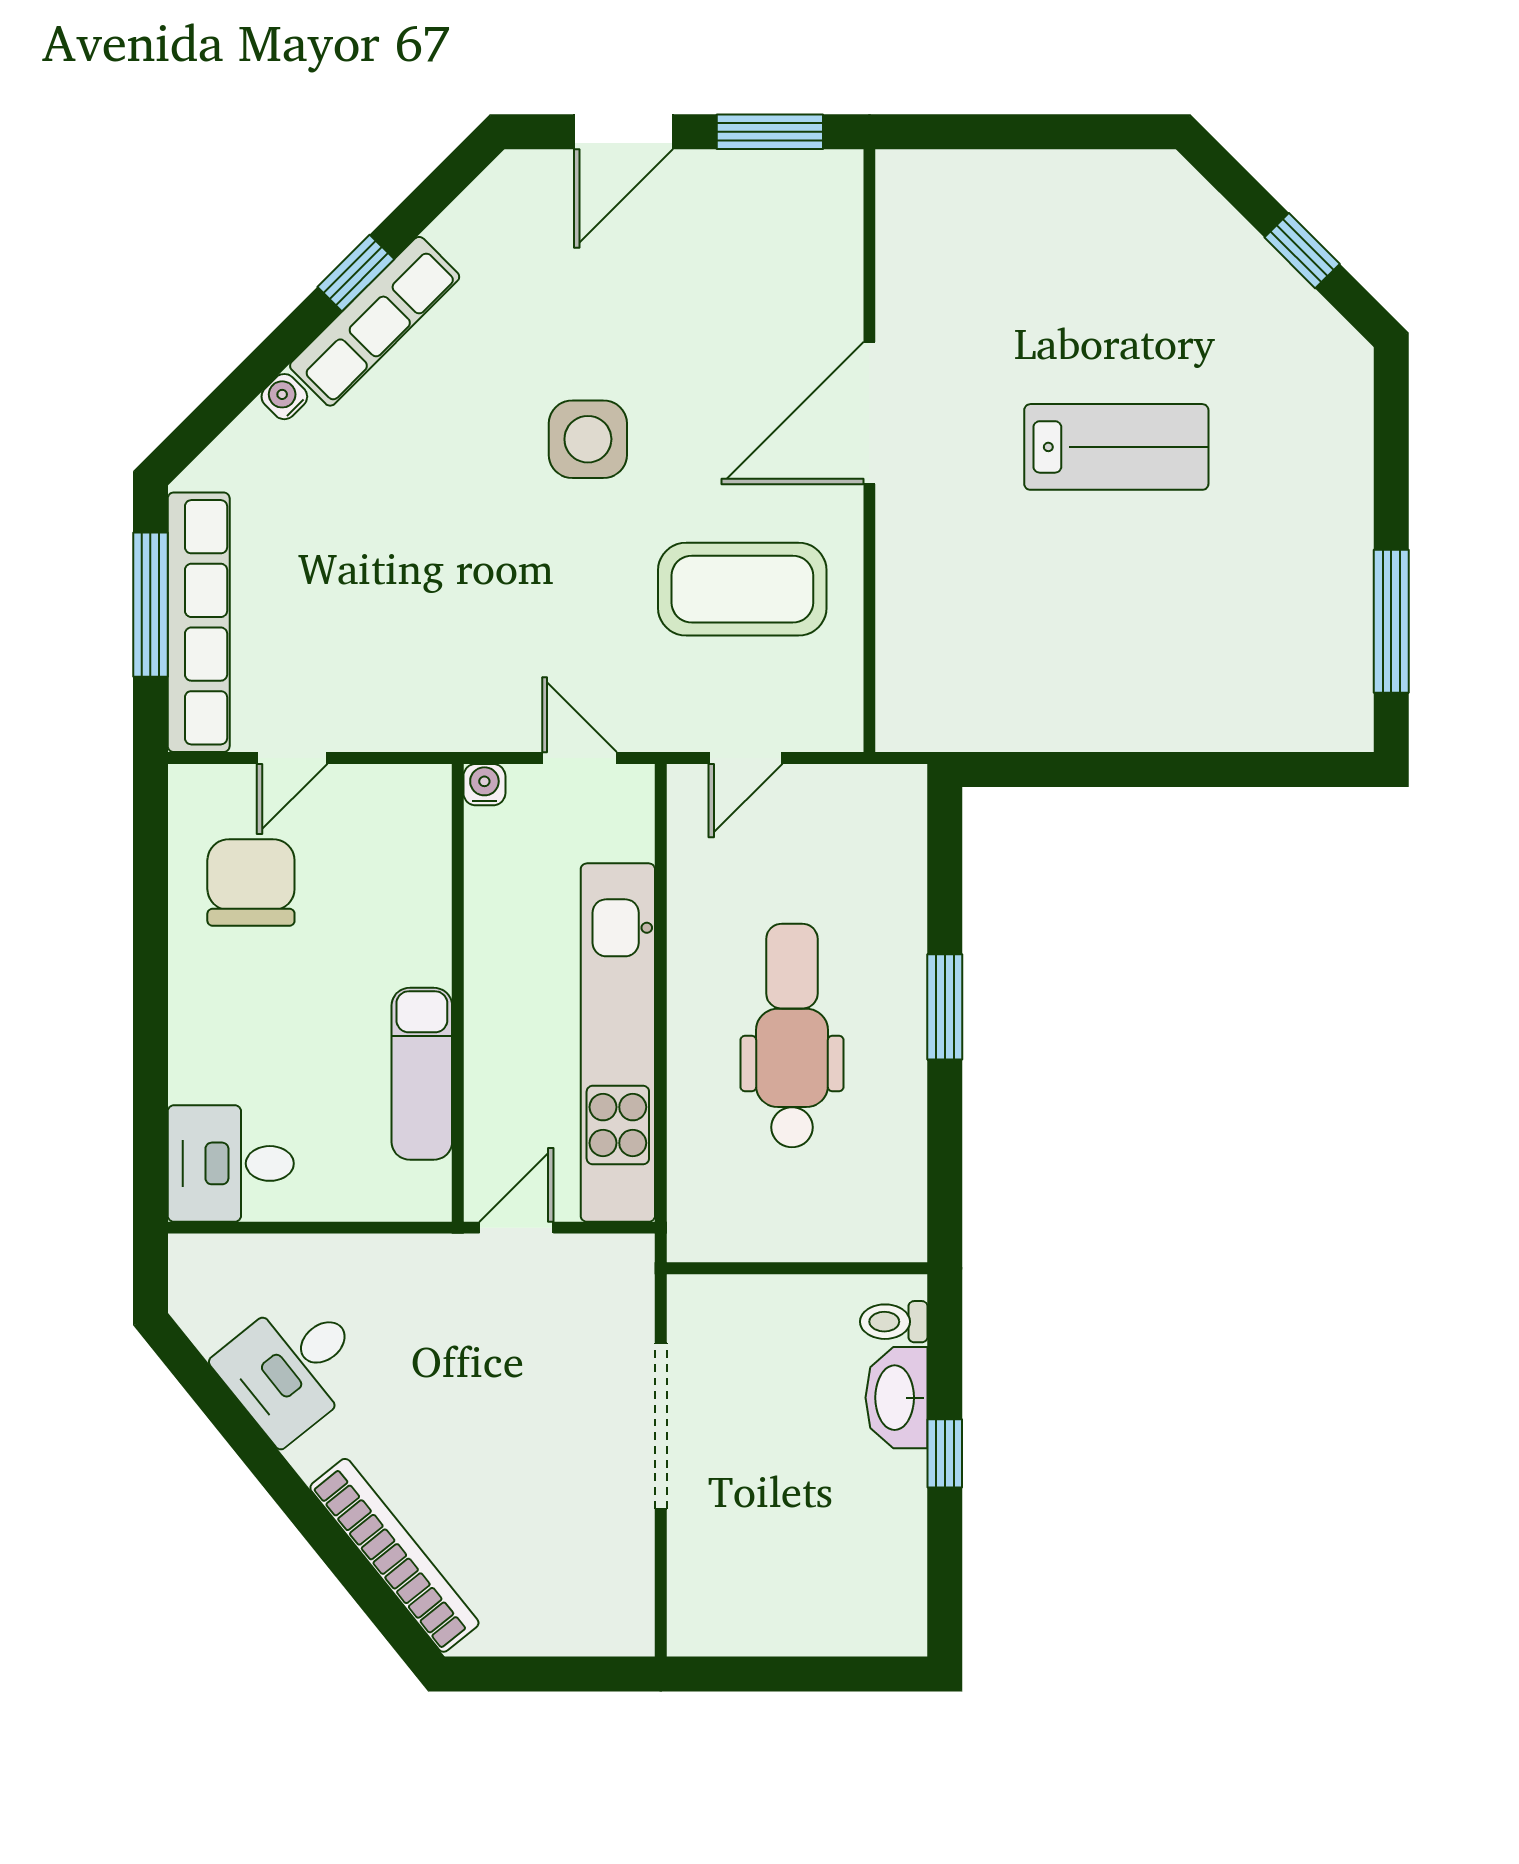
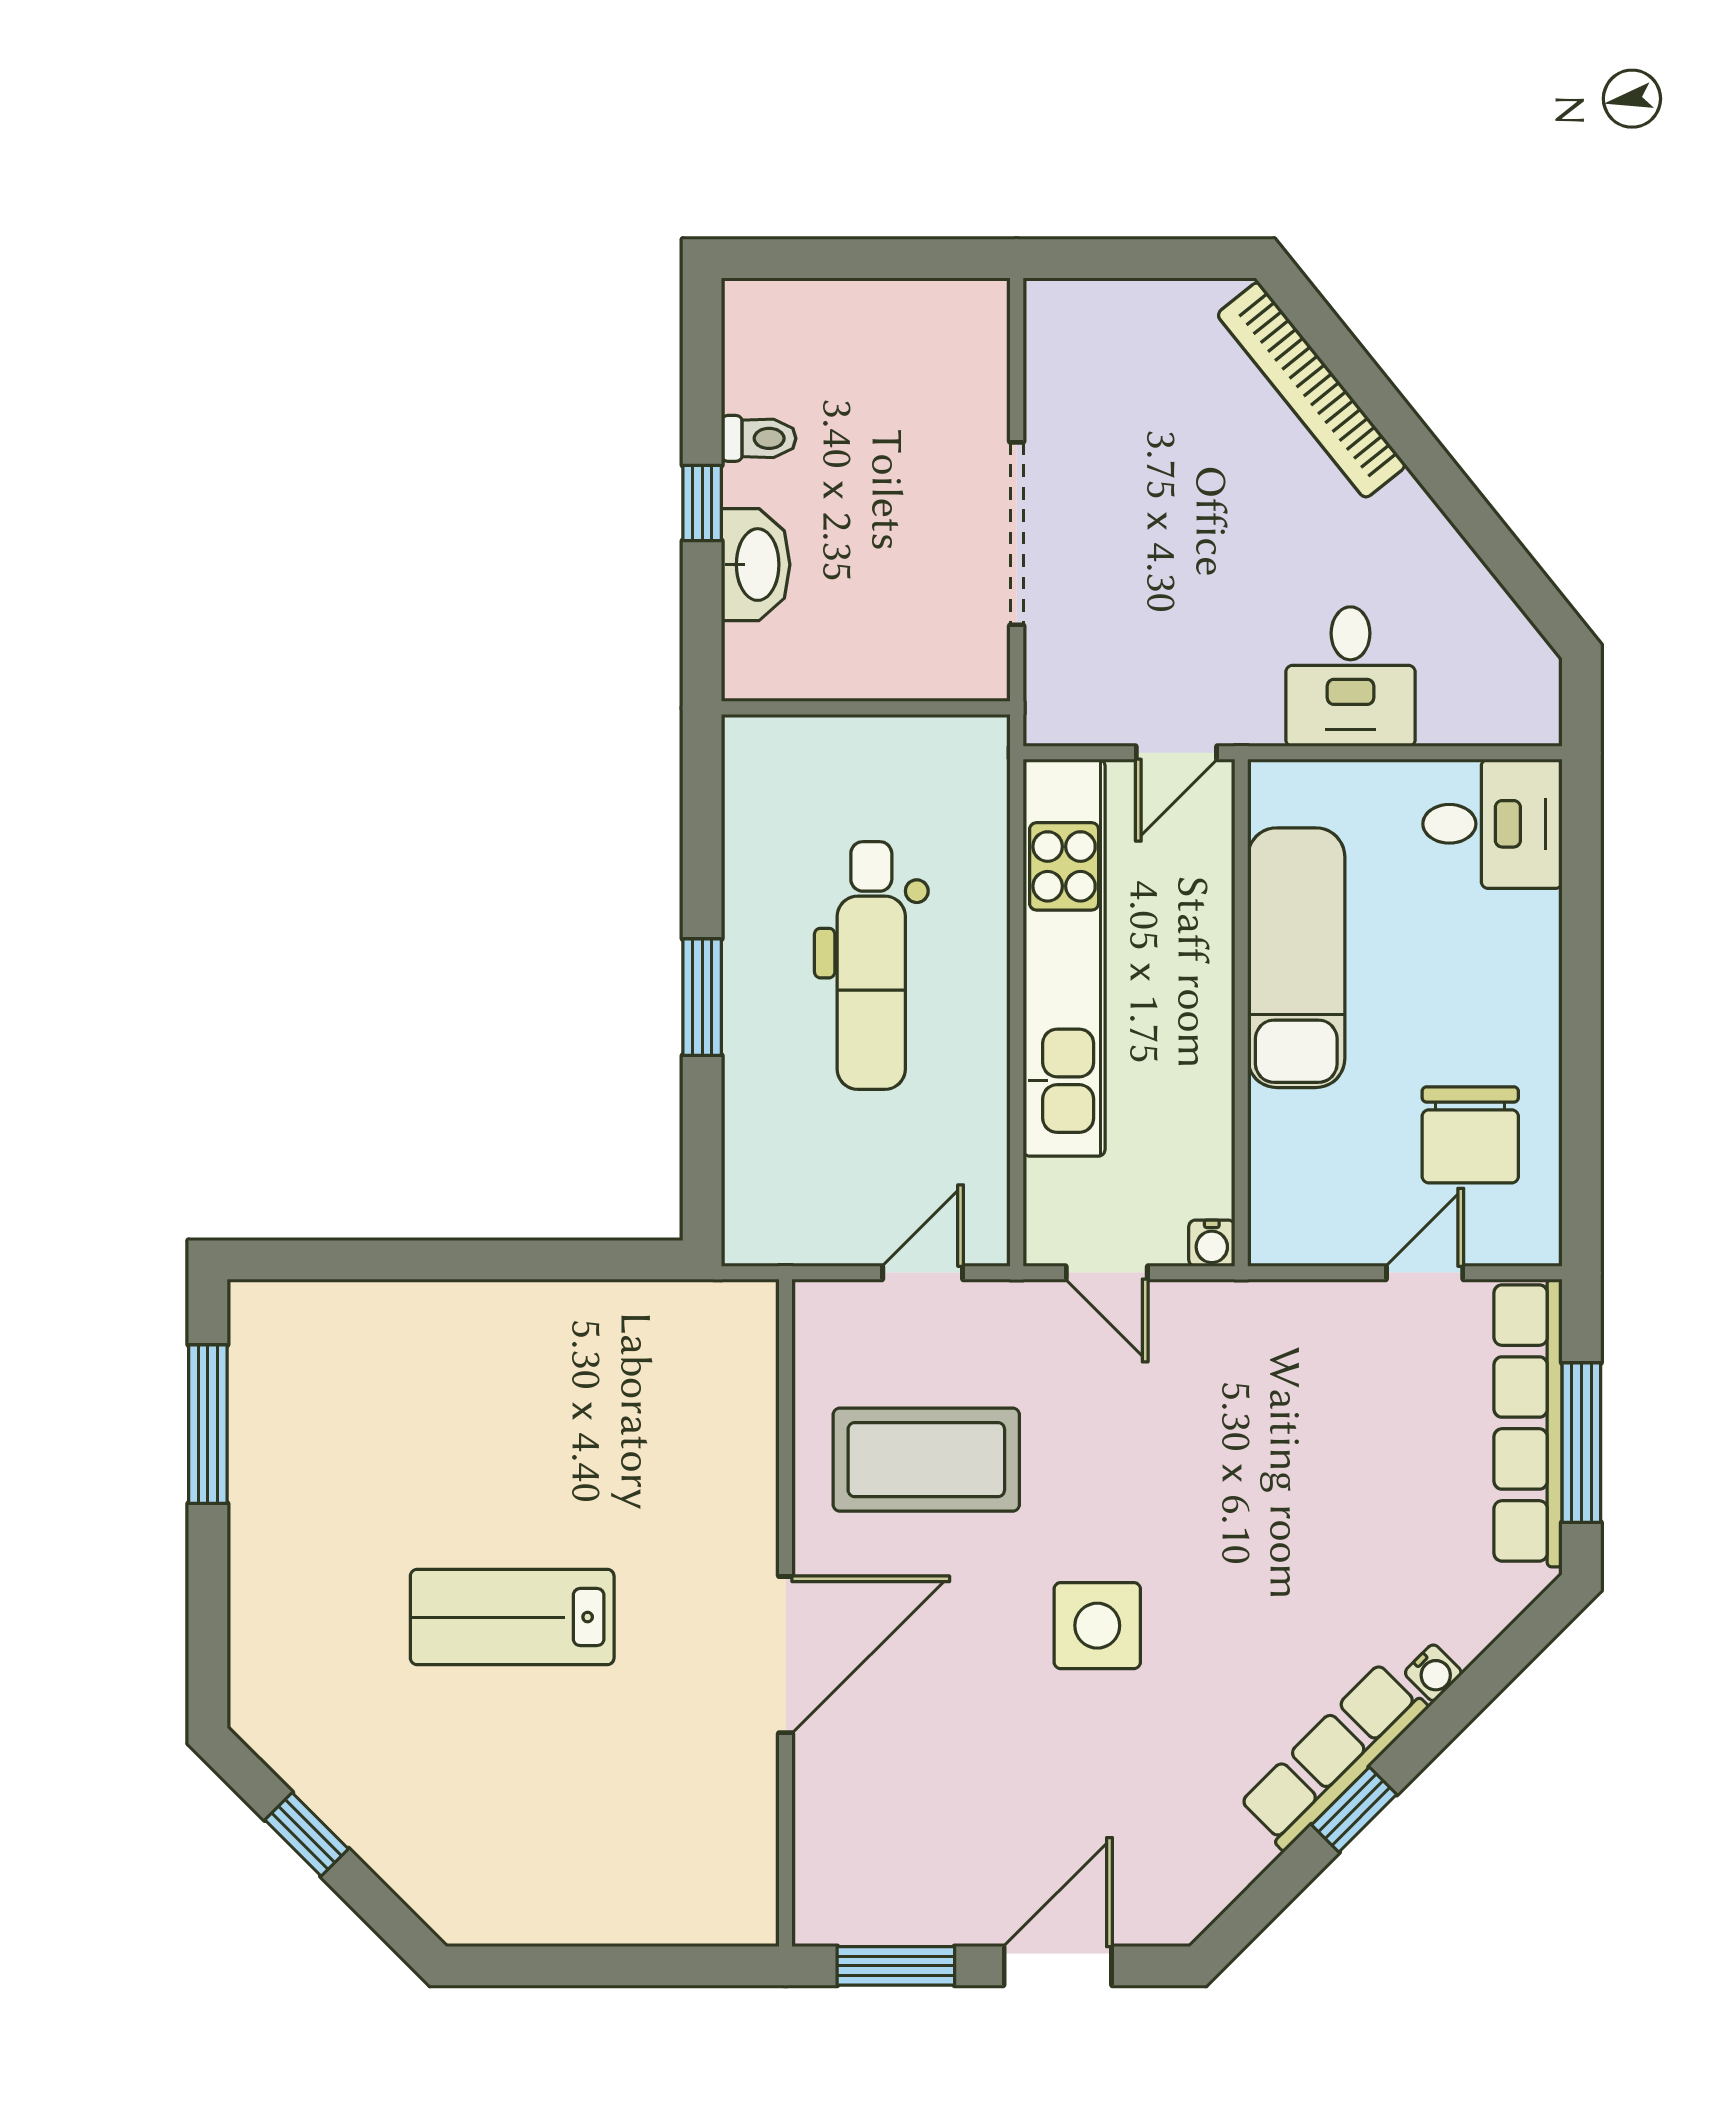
exam couch: (422, 1074) -> (1296, 958), width x1.36, depth x1.45
toilet: (894, 1322) -> (759, 438), moved
desk: (292, 1367) -> (1350, 677), moved, turned 129

